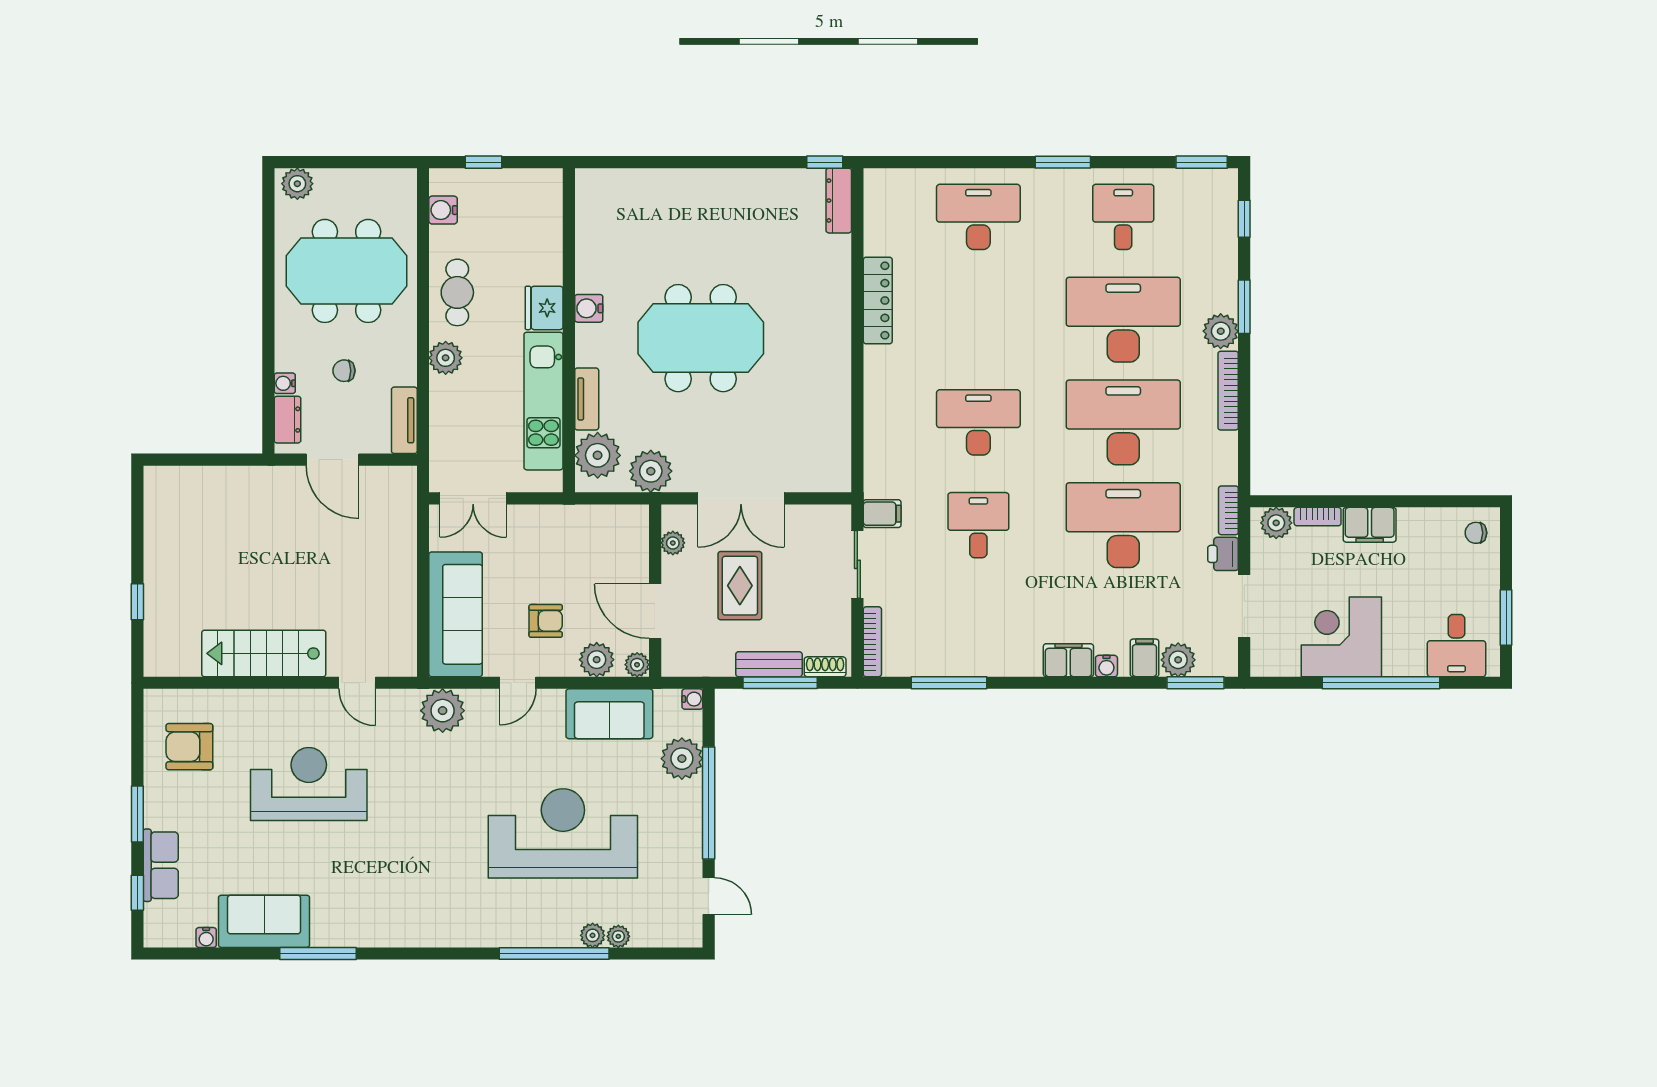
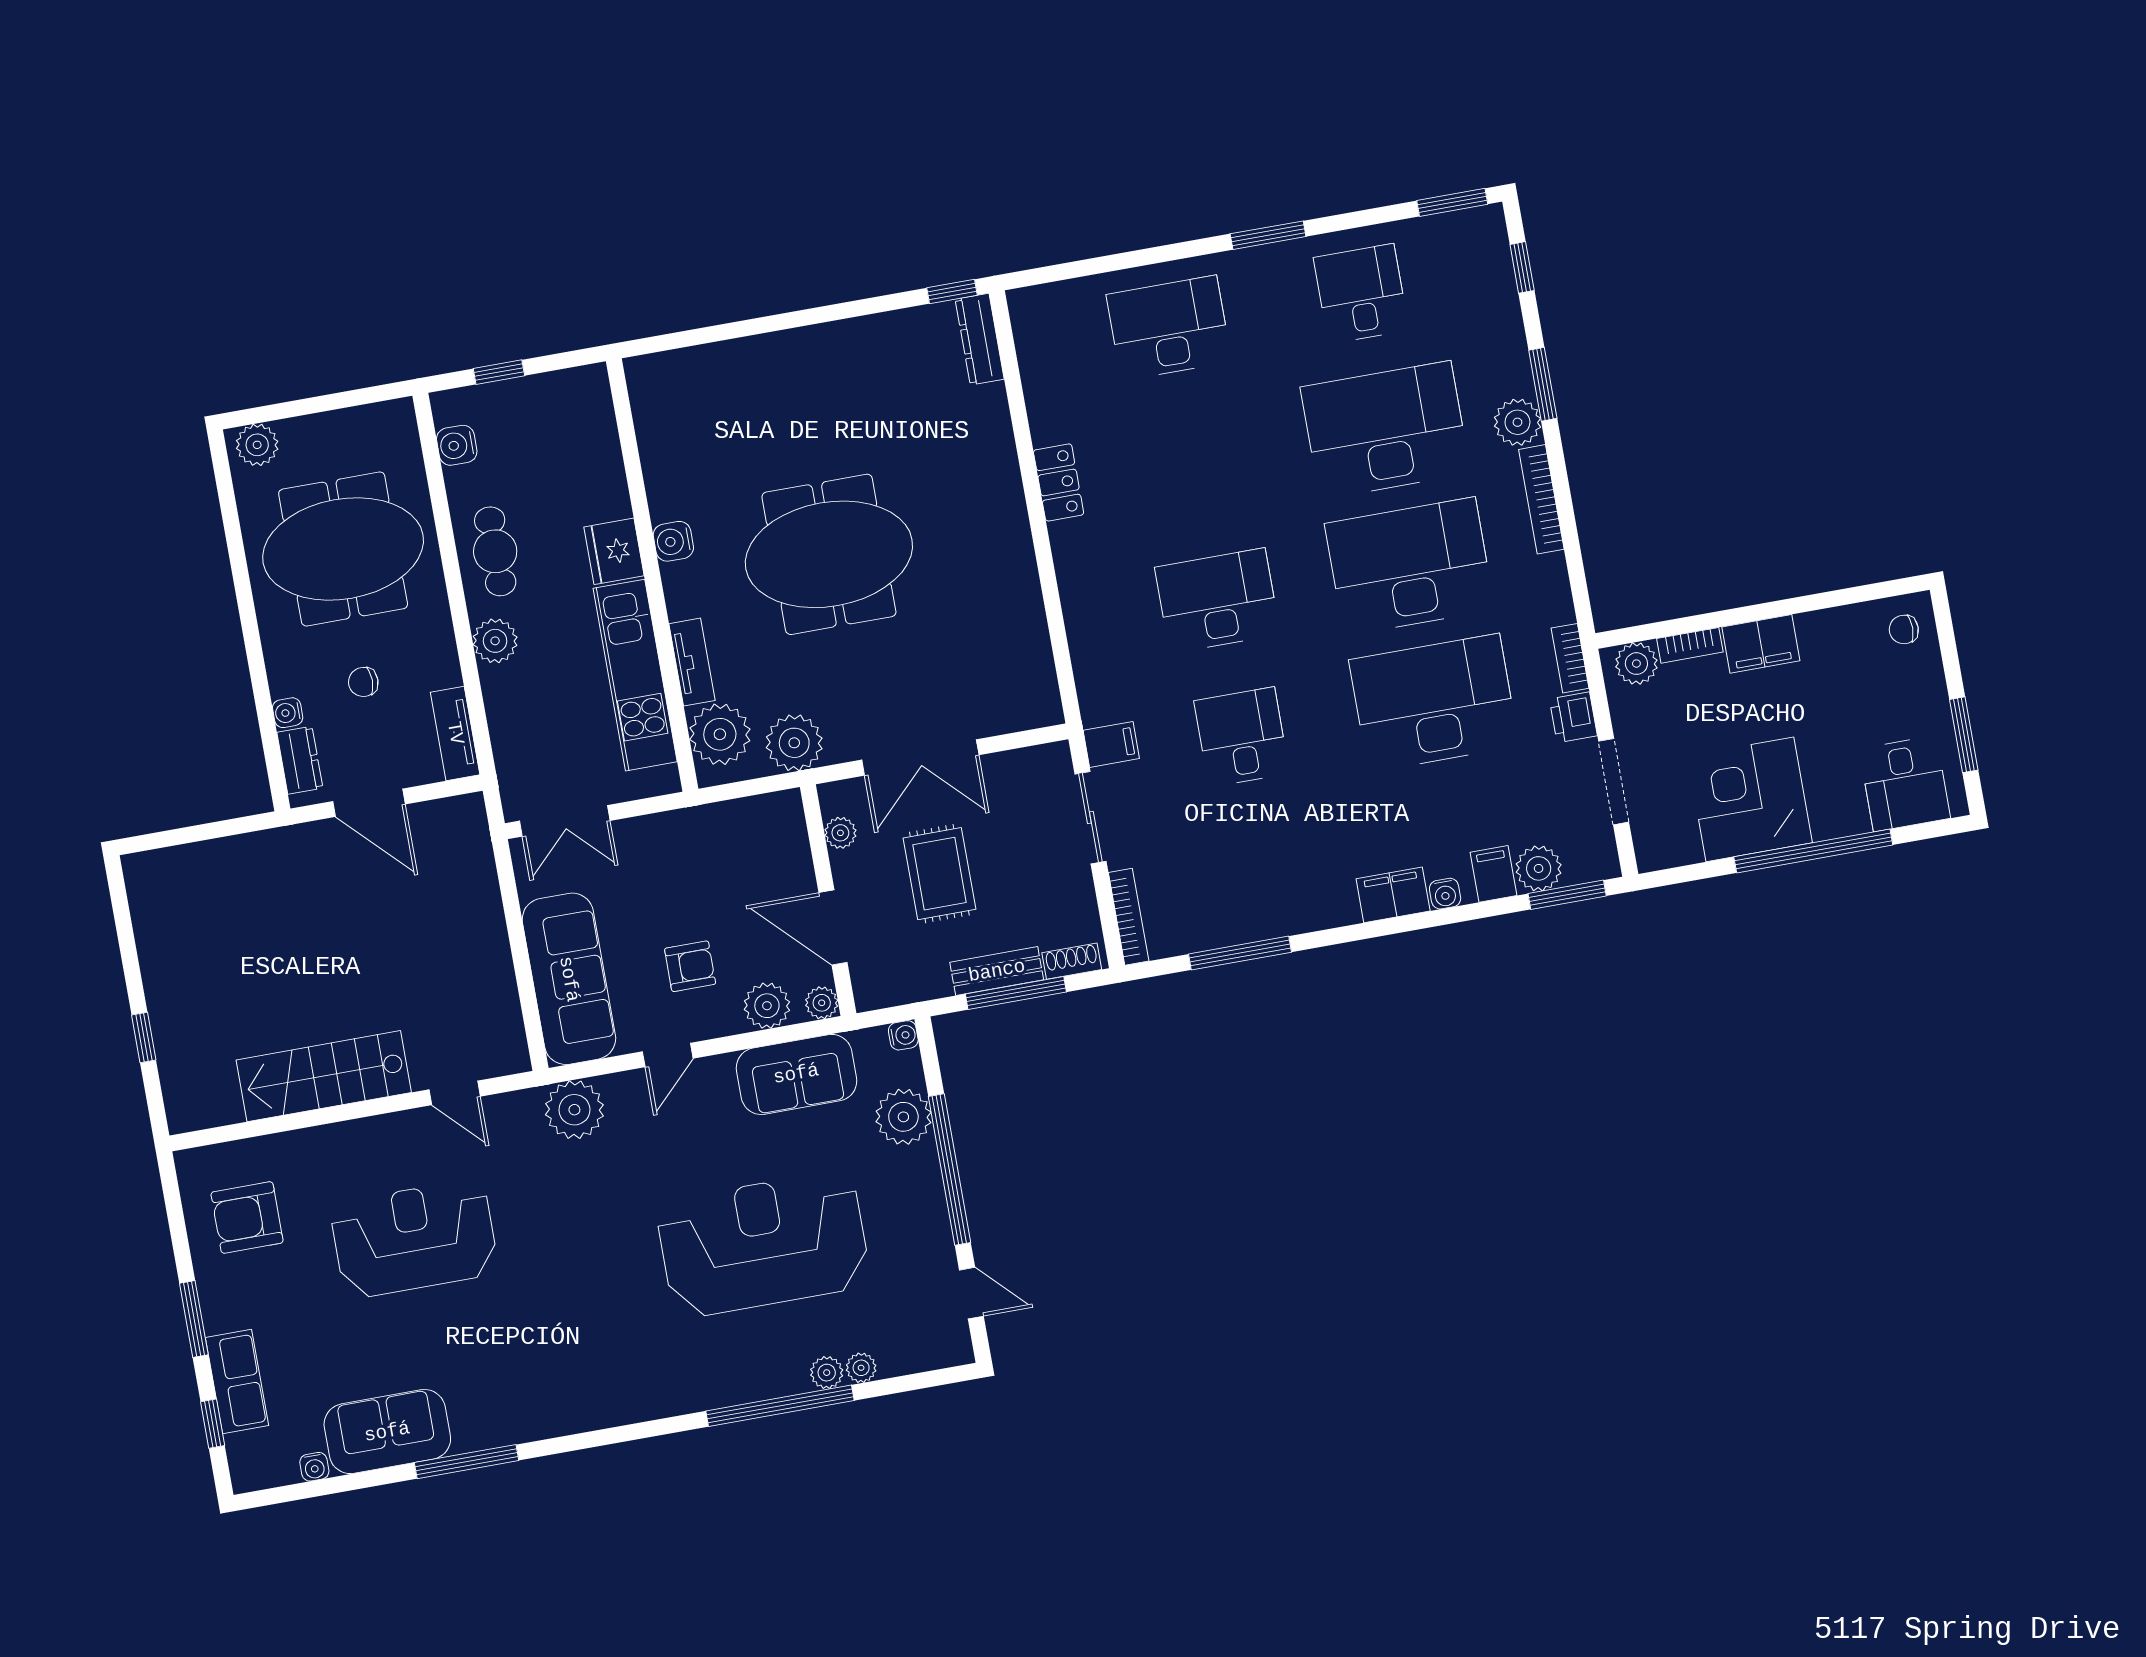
locker: (878, 301) -> (1059, 482), width x0.66

